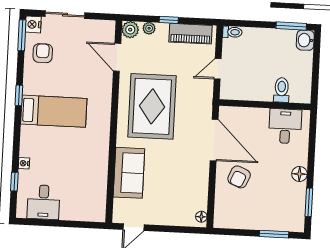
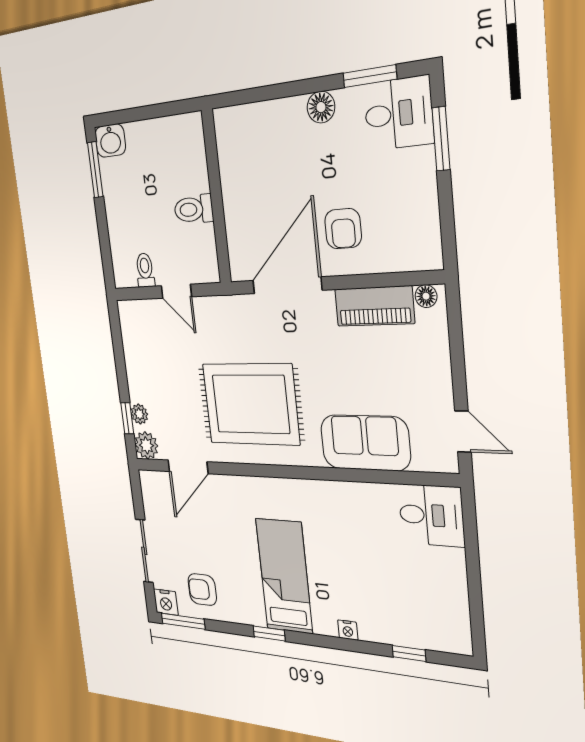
window: (169, 20) -> (127, 418), moved
toilet: (232, 32) -> (145, 270), moved
piano: (190, 34) -> (374, 306), moved, turned 90
toilet: (282, 90) -> (194, 209), moved
desk: (285, 126) -> (398, 113), moved, turned 180
nightstand: (24, 163) -> (348, 630), moved
armchair: (239, 177) -> (343, 229), turned 67
desk: (44, 202) -> (431, 515), moved

